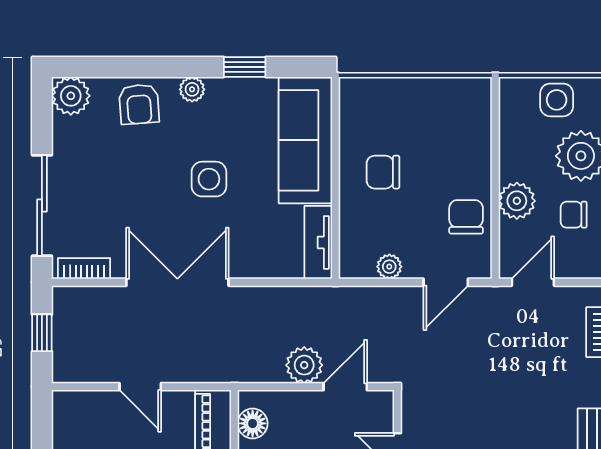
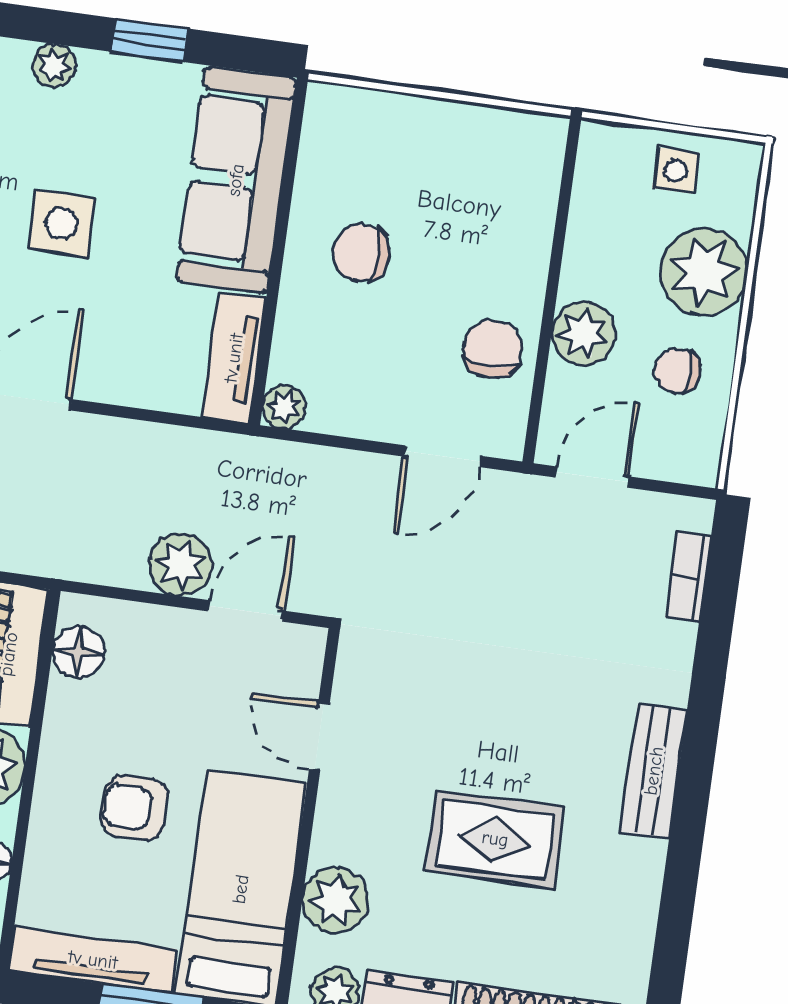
side table: (557, 100) -> (676, 171), width x0.73, depth x0.73
plant: (389, 267) -> (284, 407), moved

